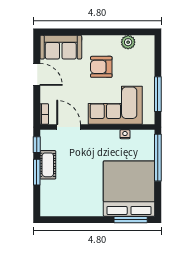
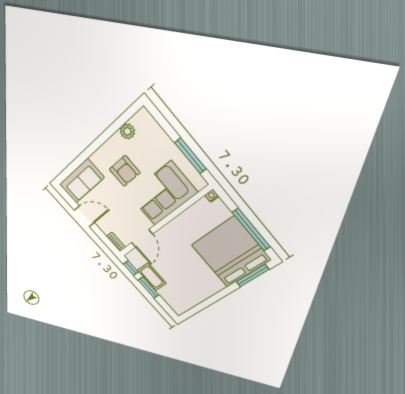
armchair: (101, 67) -> (125, 171), turned -90
door: (69, 127) -> (142, 238), swing flipped
nightstand: (125, 134) -> (212, 196), moved
window: (158, 158) -> (251, 230), moved

